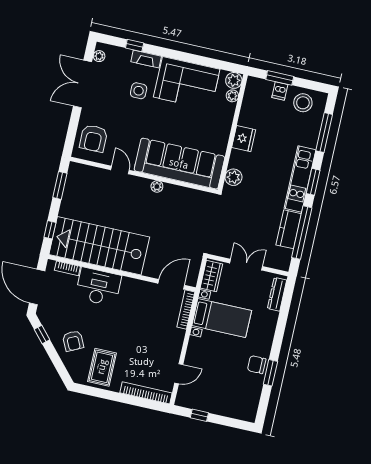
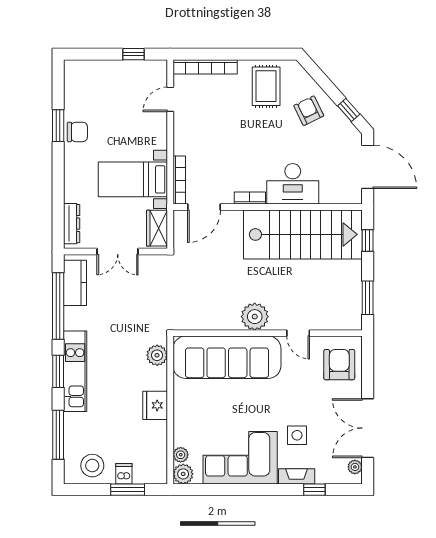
double door: (83, 84) -> (368, 428), swing flipped
plant: (157, 186) -> (255, 317), width x1.88, depth x1.88
kitchen counter: (289, 229) -> (75, 283), moved
bookcase: (67, 268) -> (250, 198), moved

